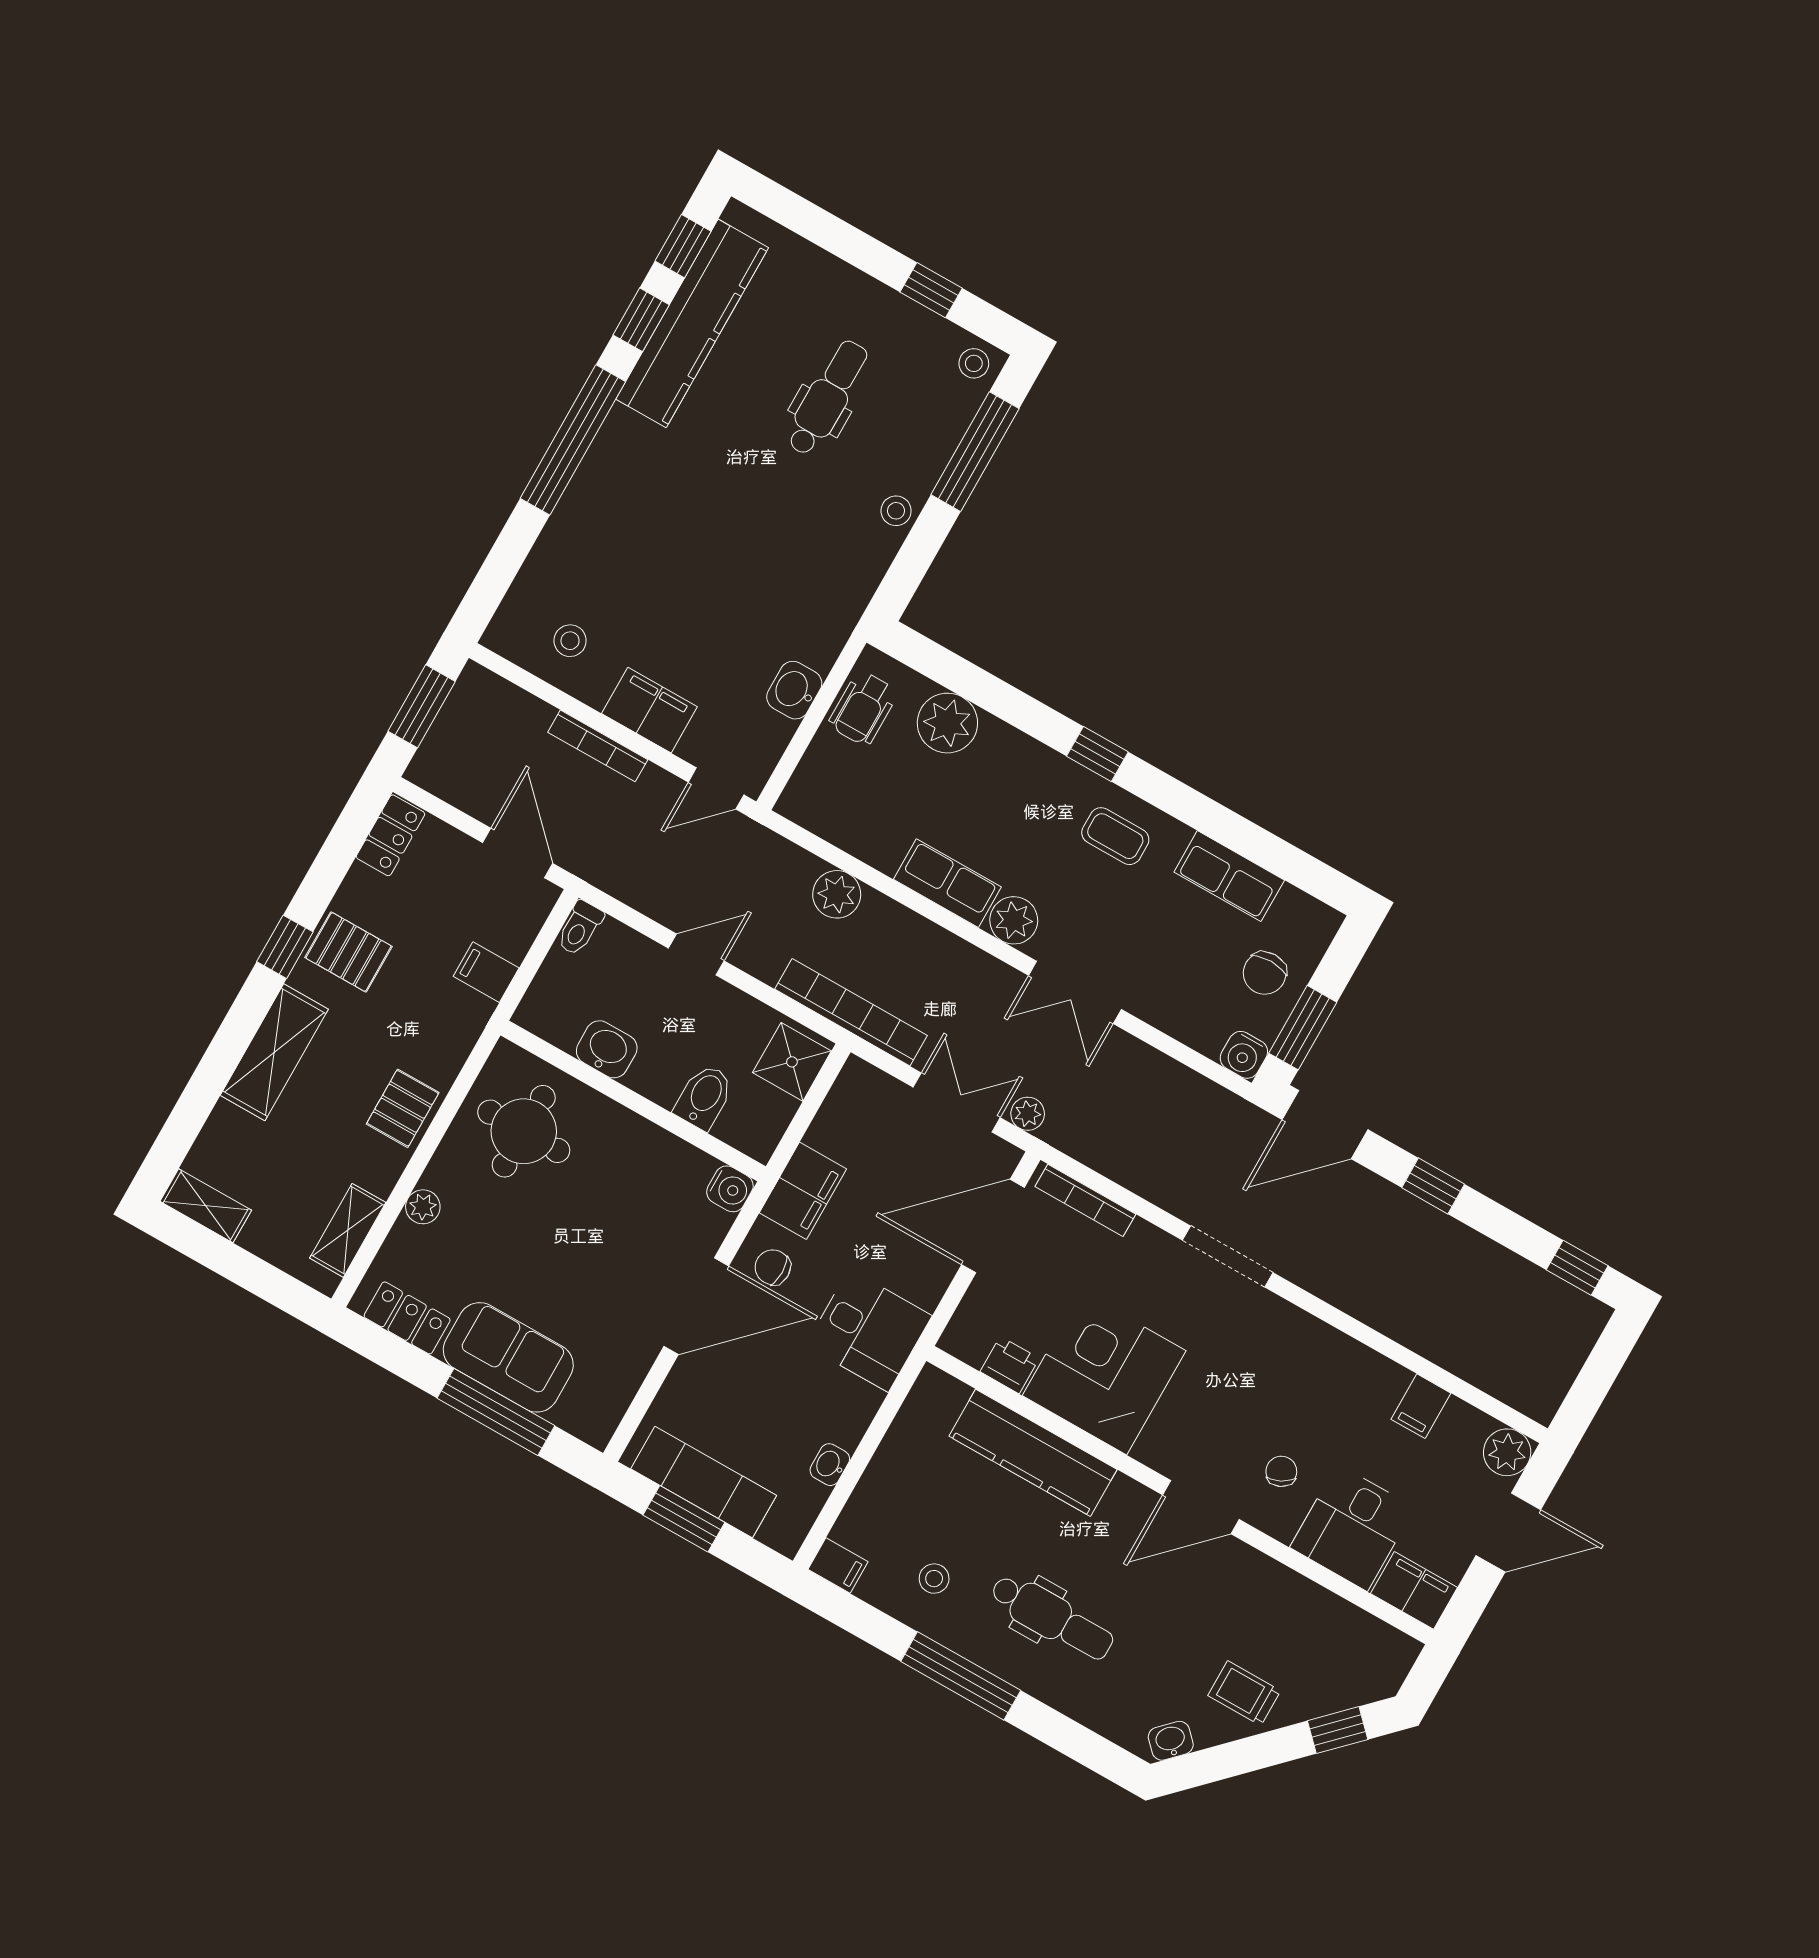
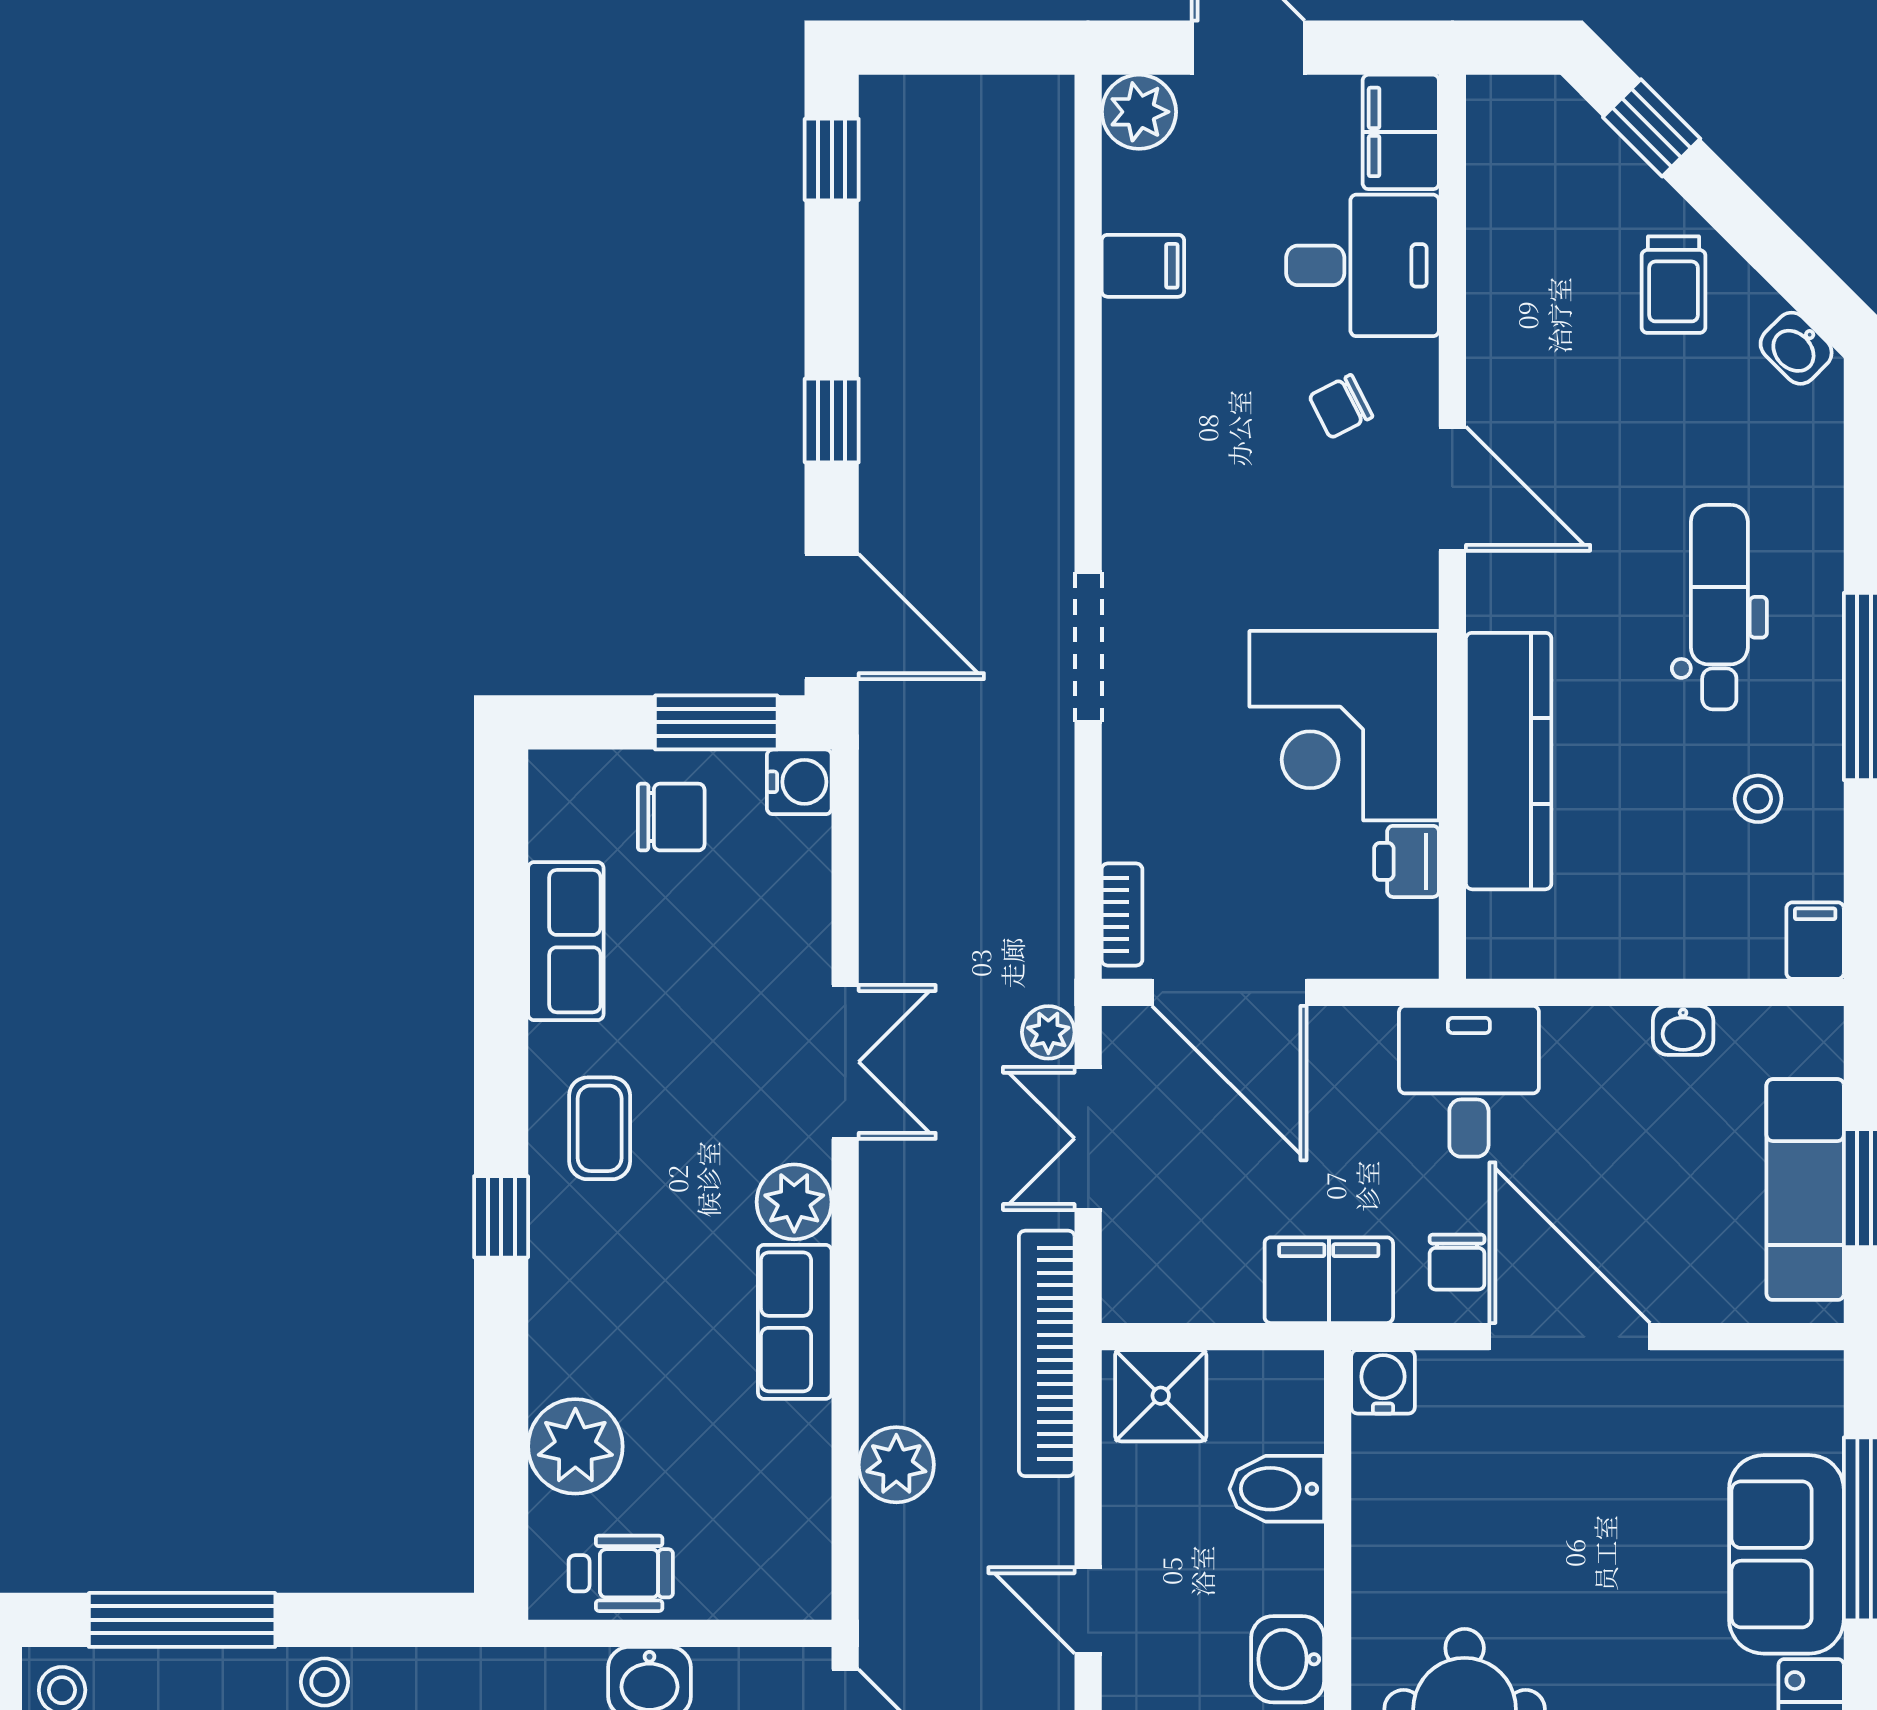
bookcase: (1085, 1200) -> (1122, 915), width x0.64

